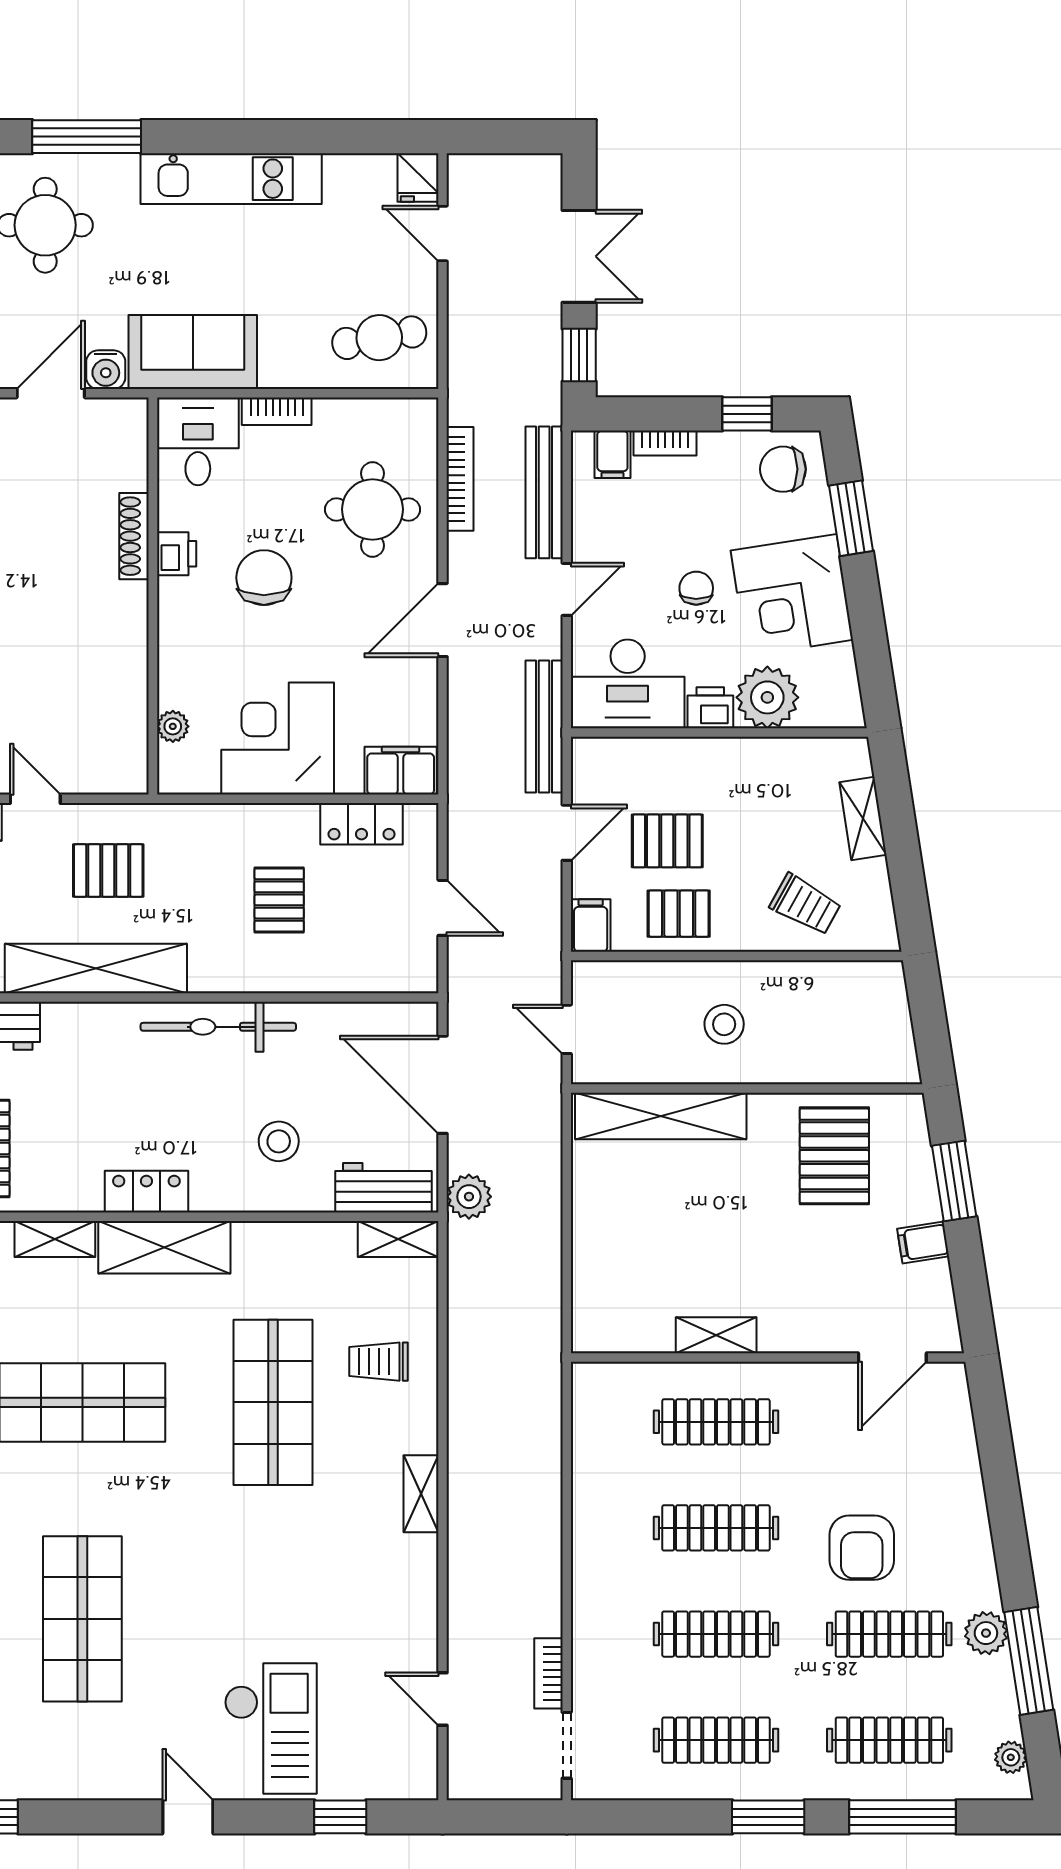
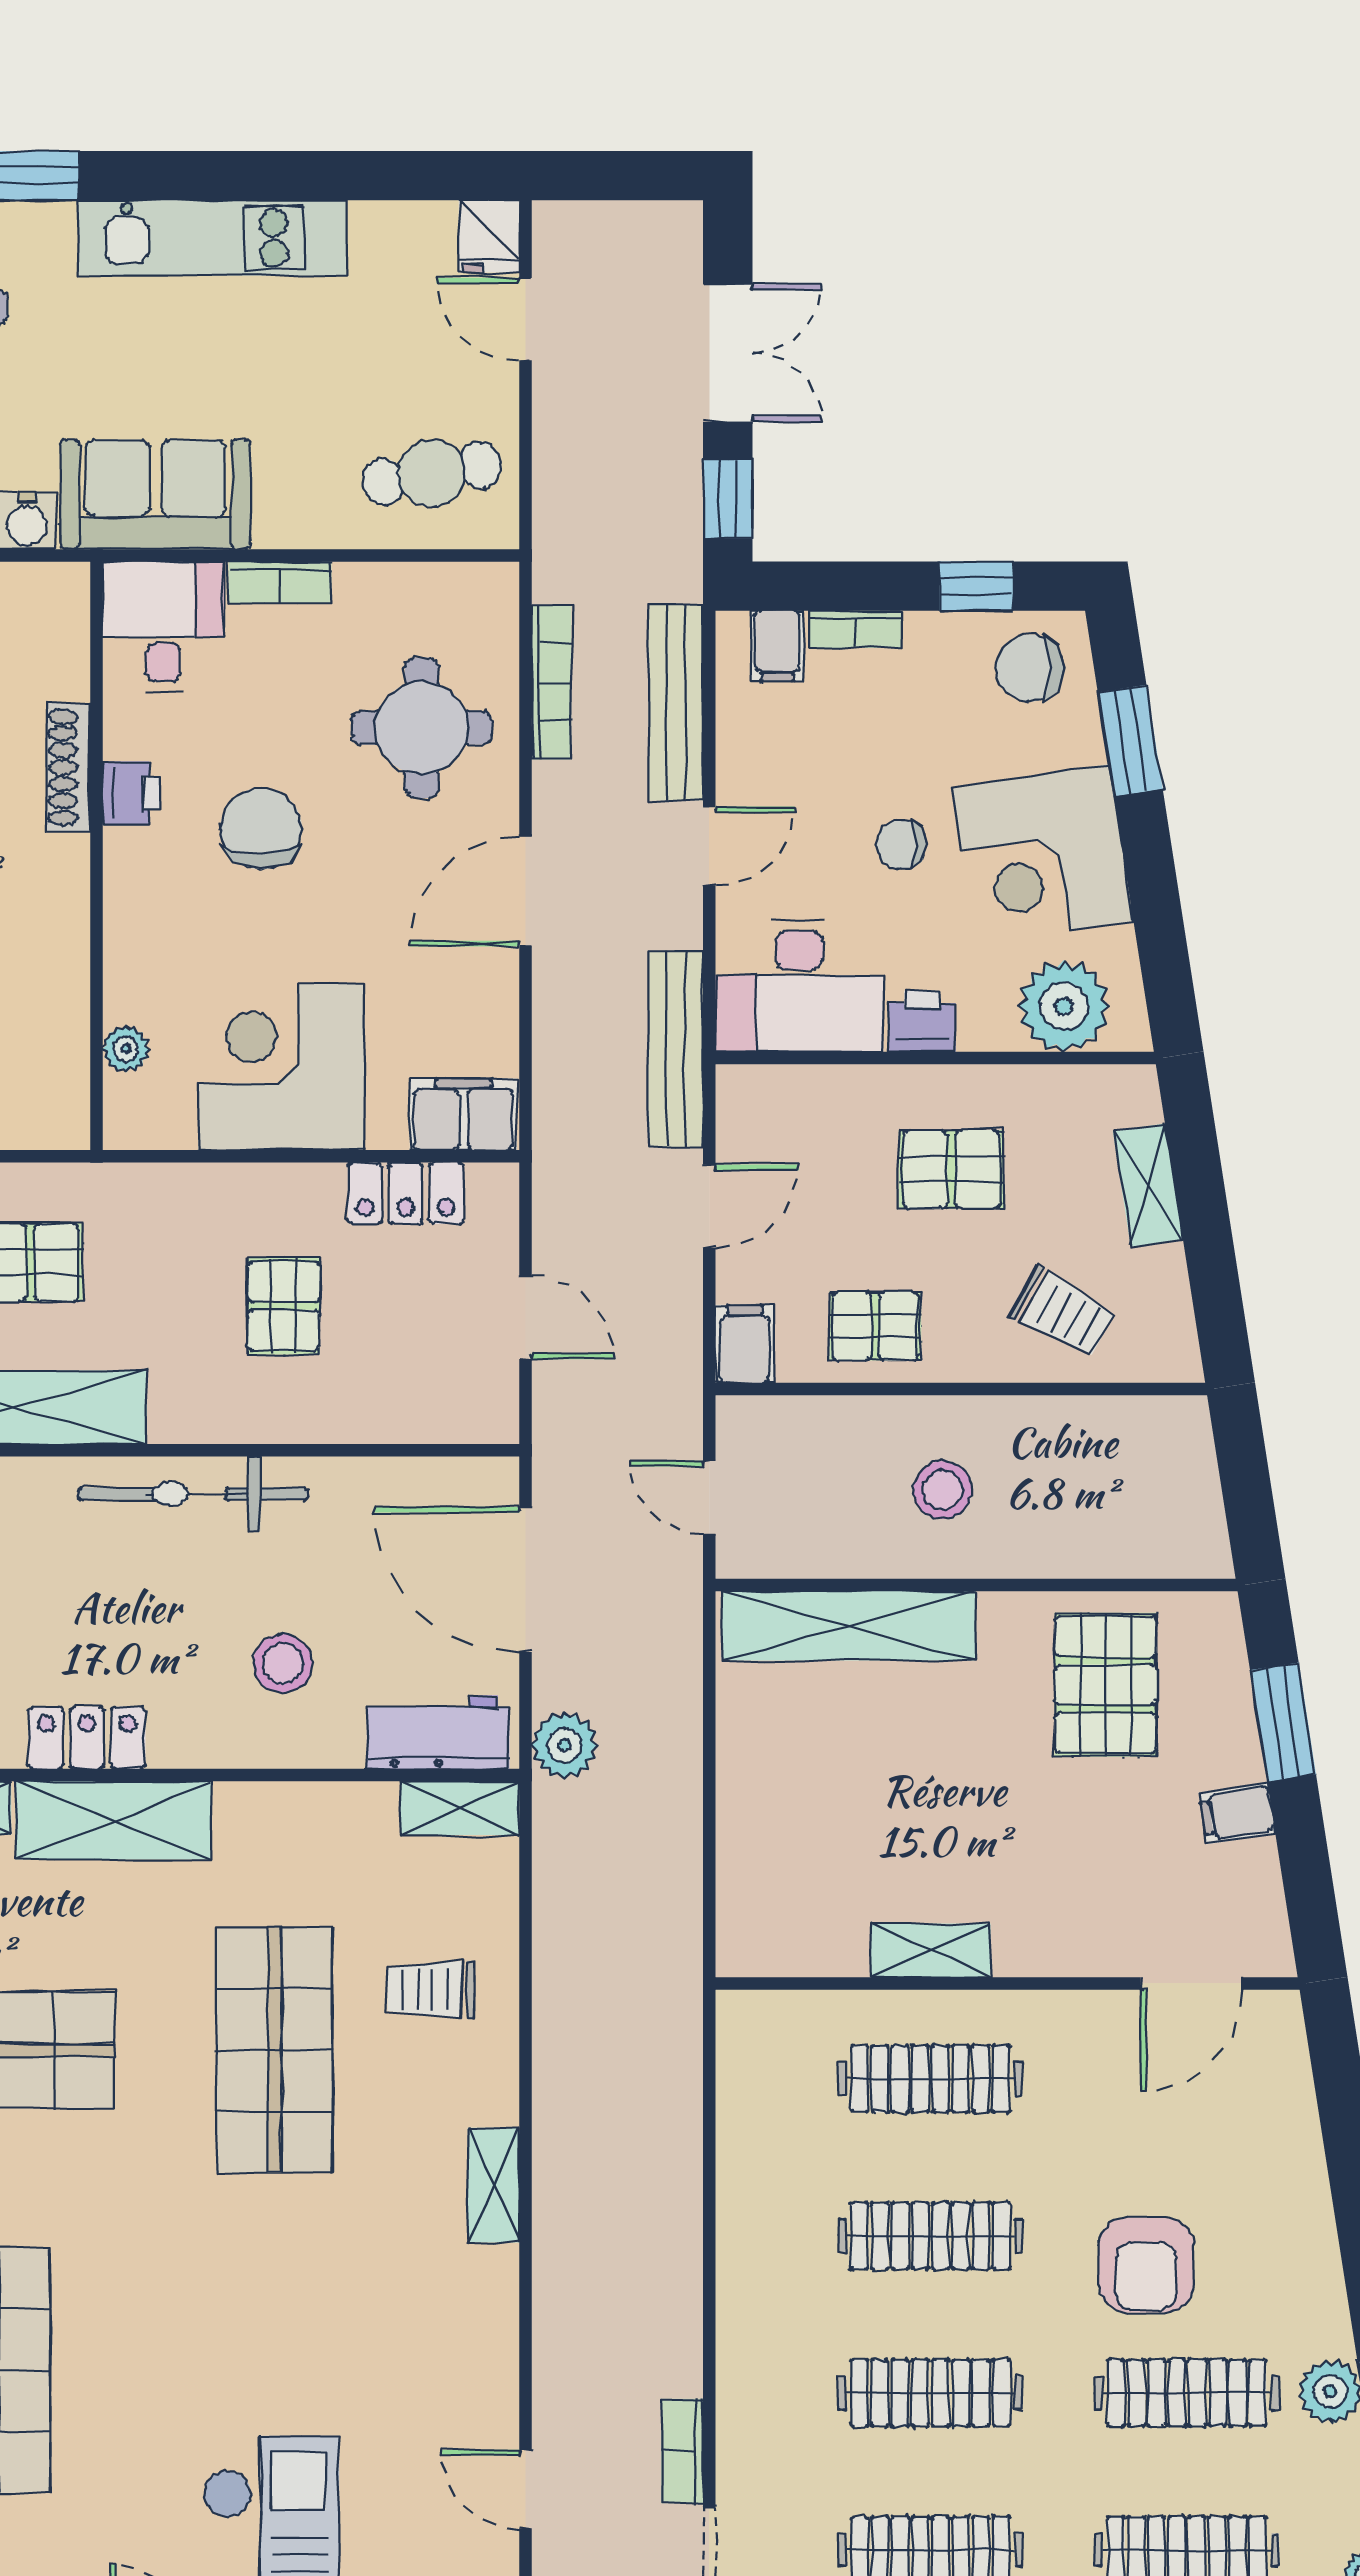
chair: (696, 588) -> (901, 844), turned -90
plant: (767, 697) -> (1064, 1006), moved
pallet: (667, 841) -> (951, 1169), moved

